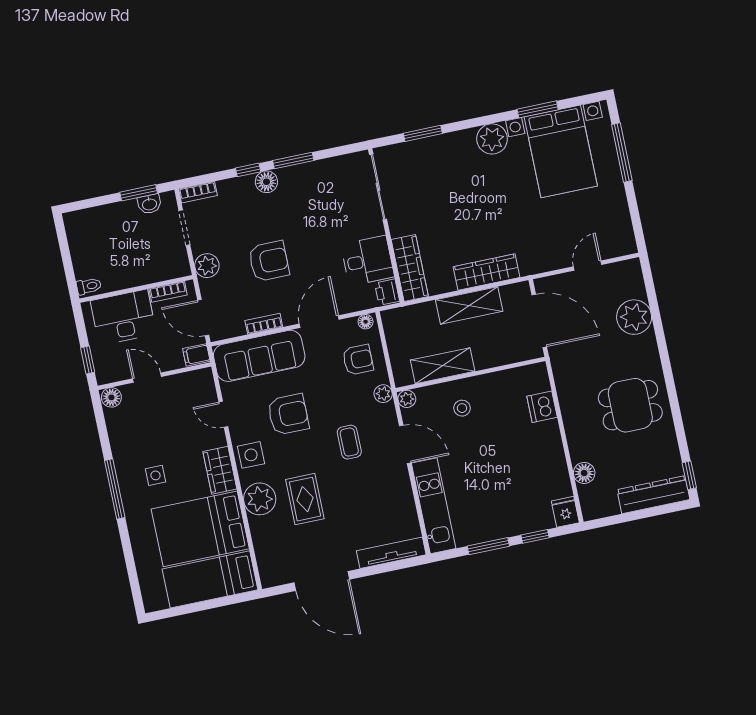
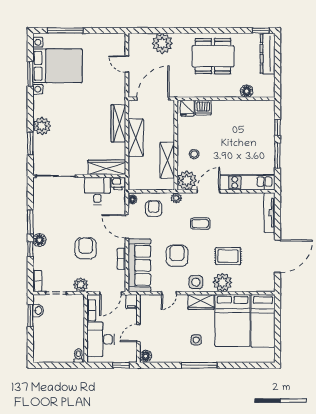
plant: (492, 139) -> (42, 126), moved
plant: (407, 399) -> (187, 180), width x1.88, depth x1.88
dining table: (630, 405) -> (213, 56), width x1.37
fridge: (565, 512) -> (187, 108), moved, turned -90

